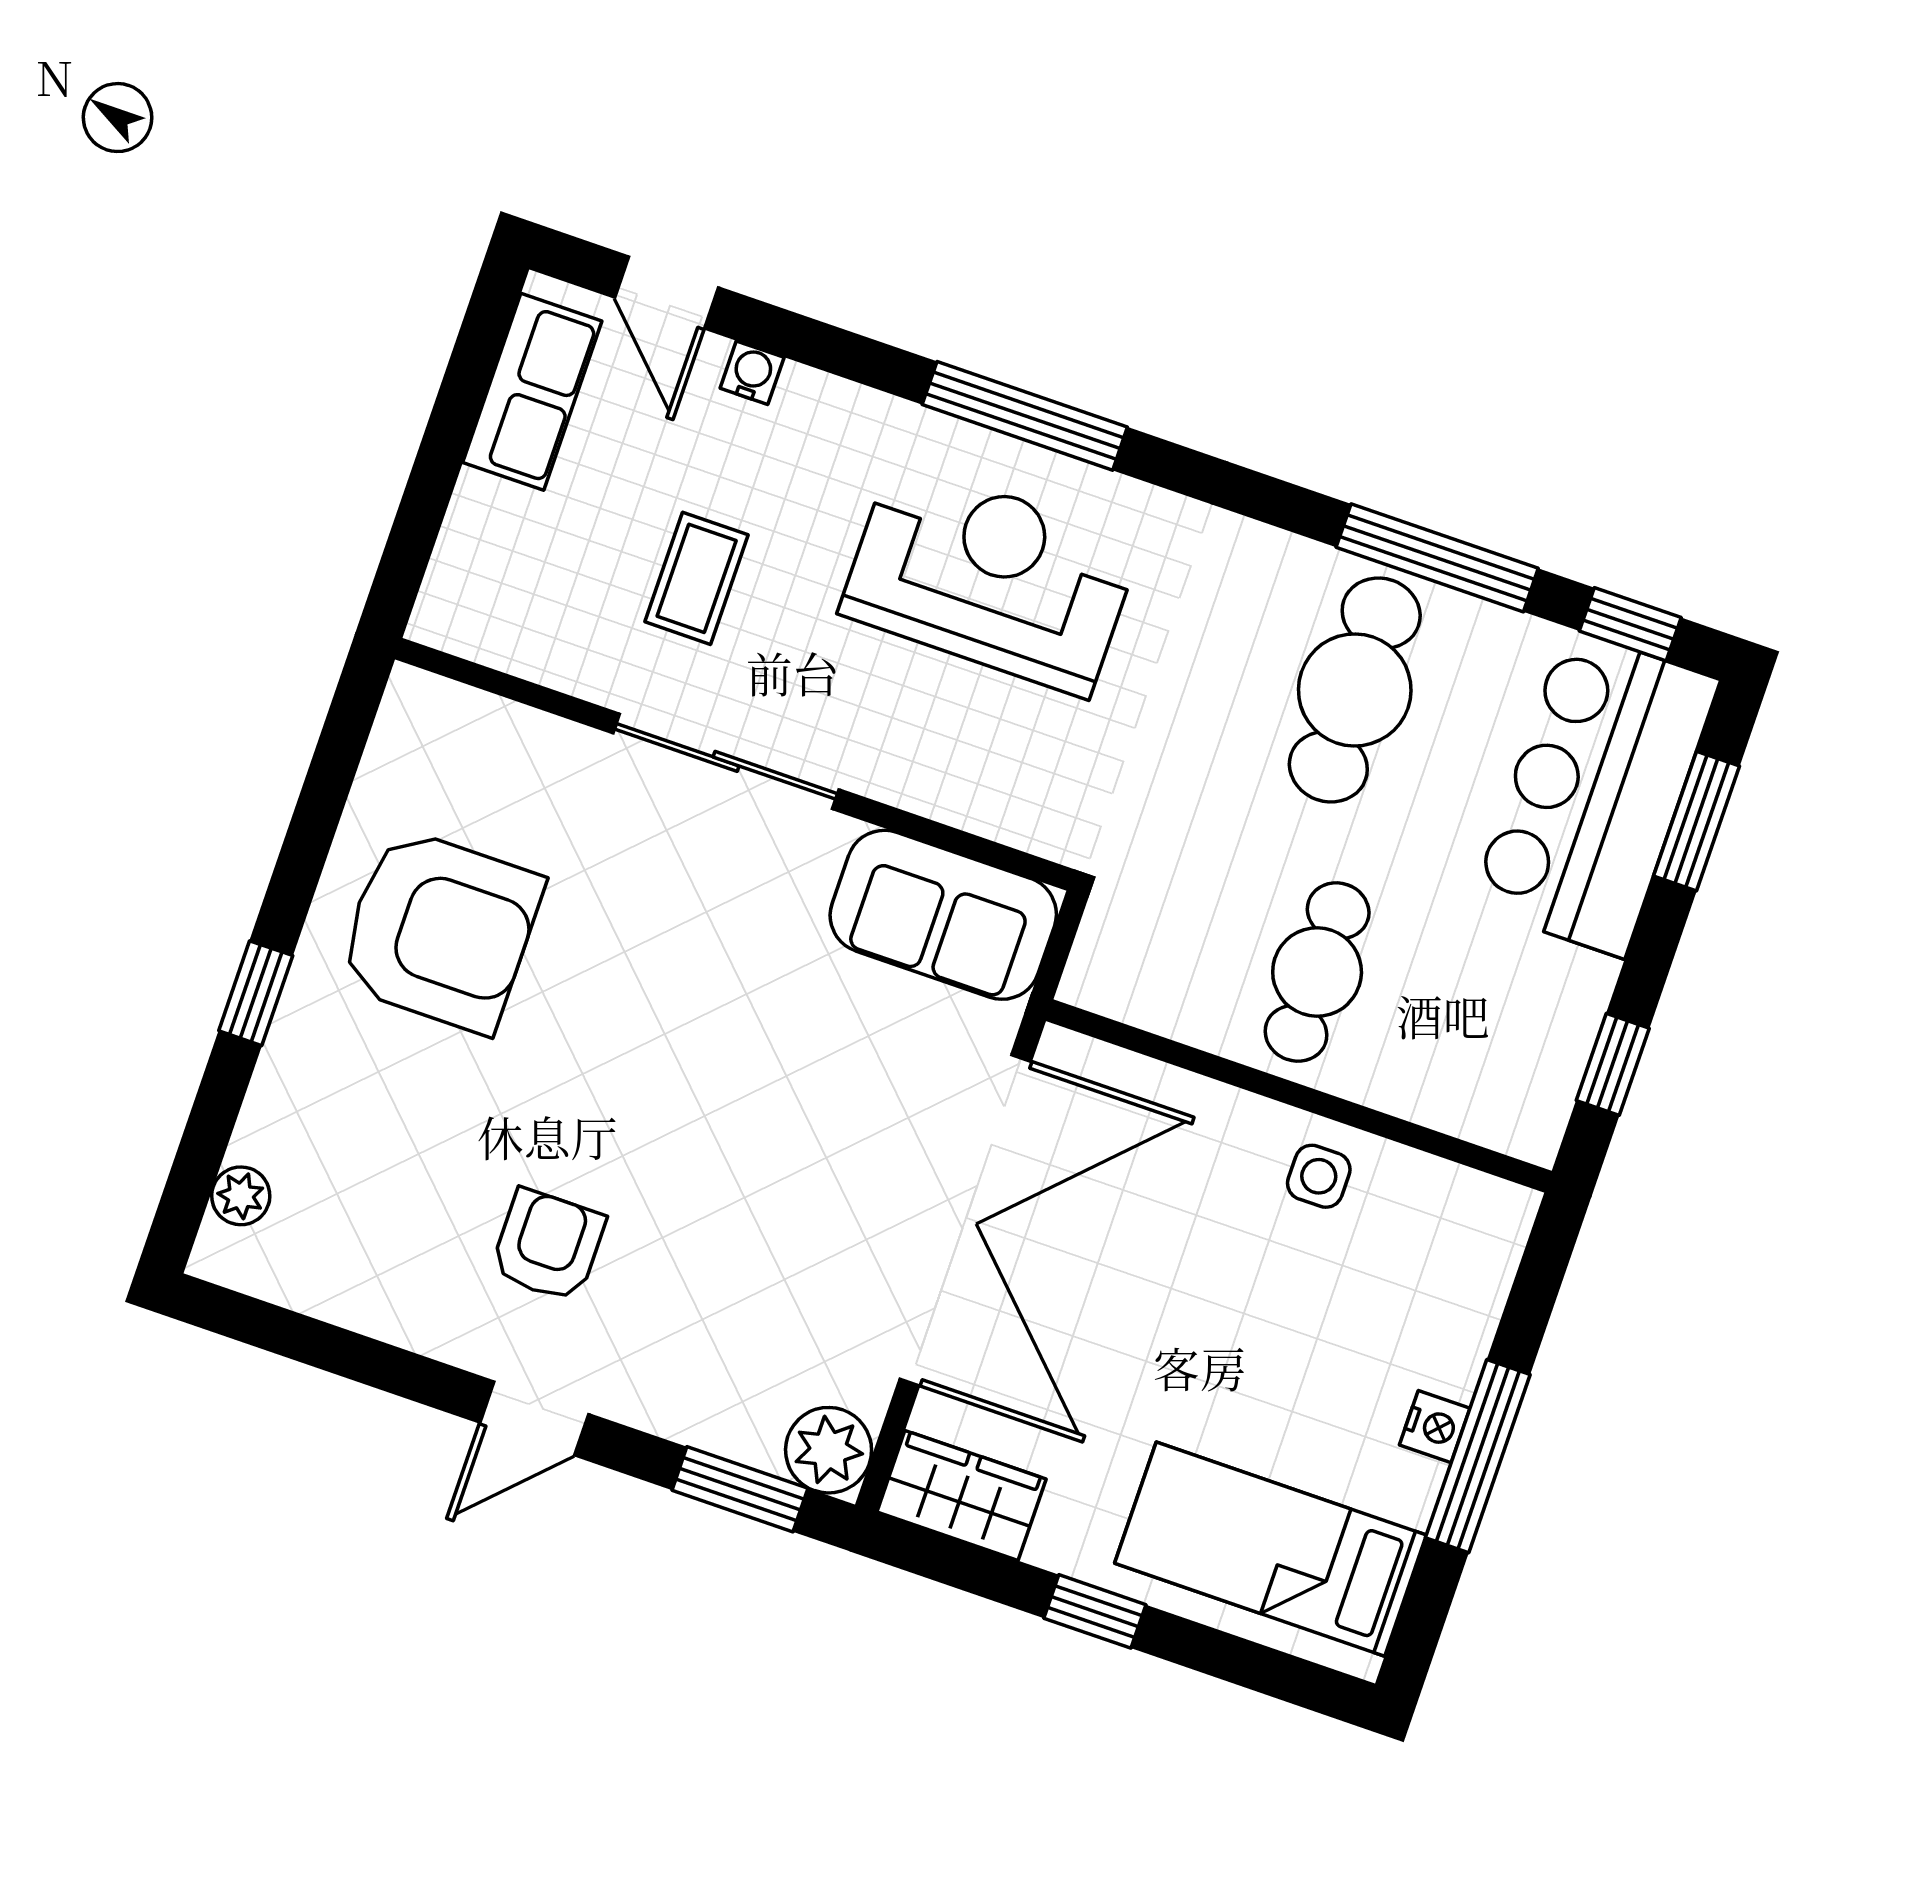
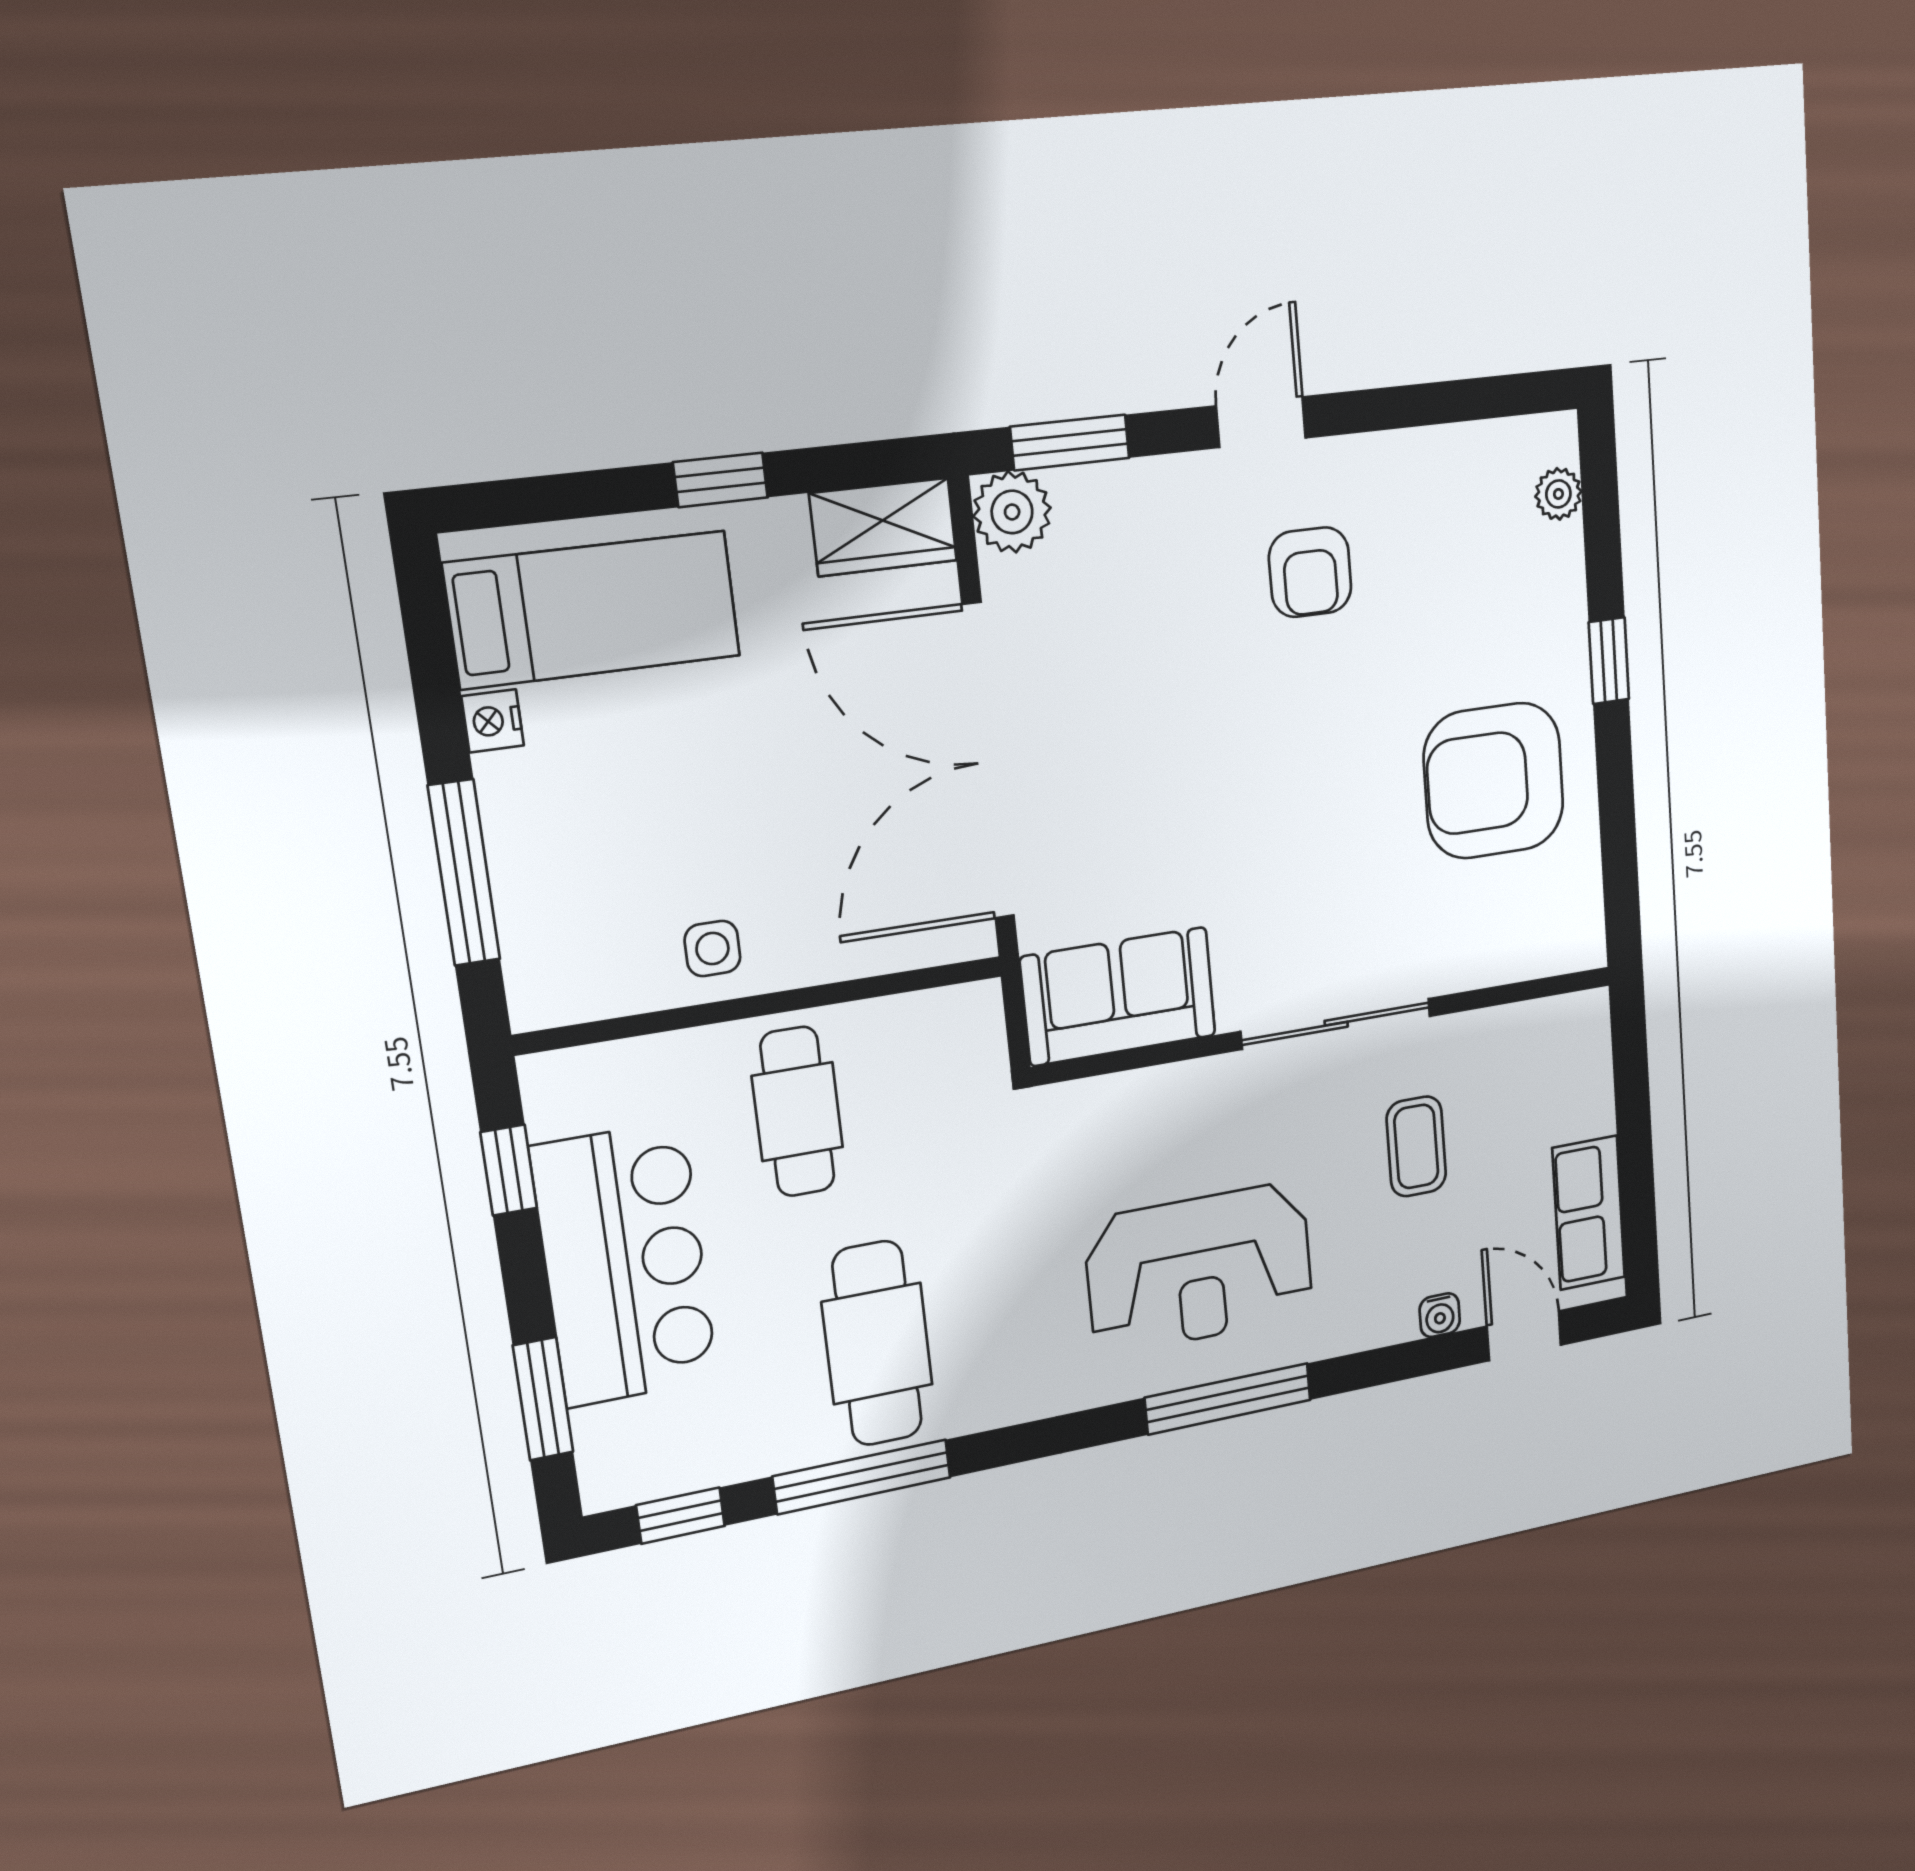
bar counter: (1595, 793) -> (625, 1264), moved
nightstand: (1435, 1427) -> (493, 721), moved
window: (1478, 1456) -> (464, 873), moved

